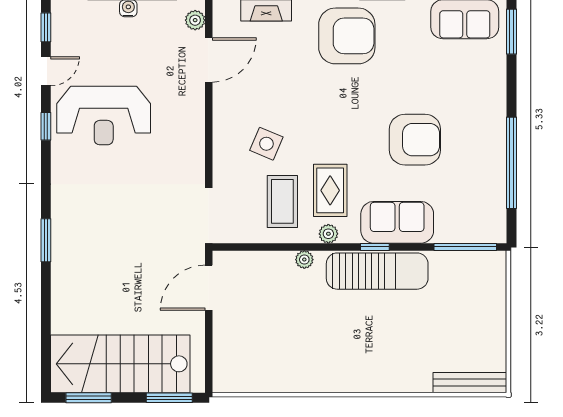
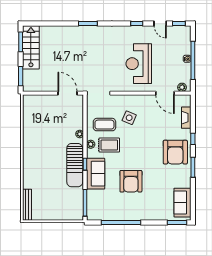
reception desk: (104, 116) -> (139, 64), moved
stairs: (120, 364) -> (31, 47), width x0.73, depth x0.66

